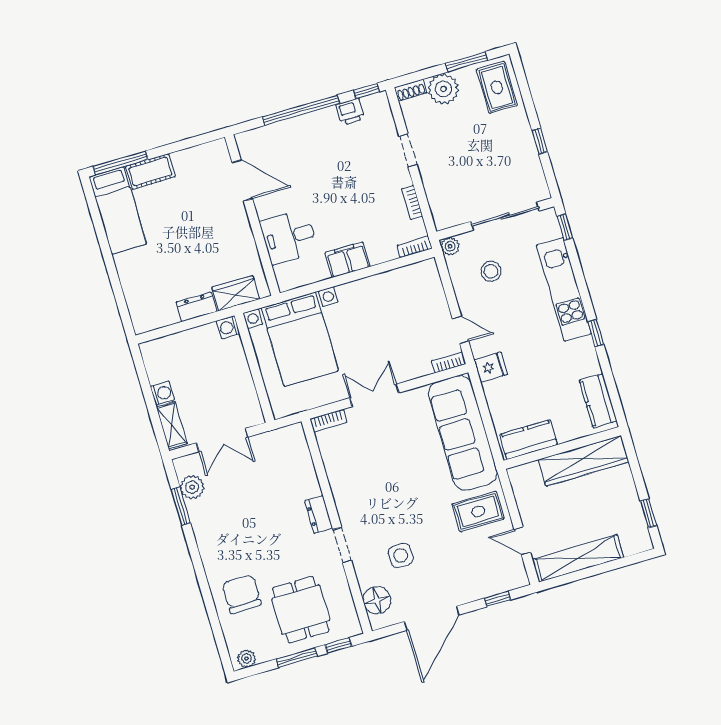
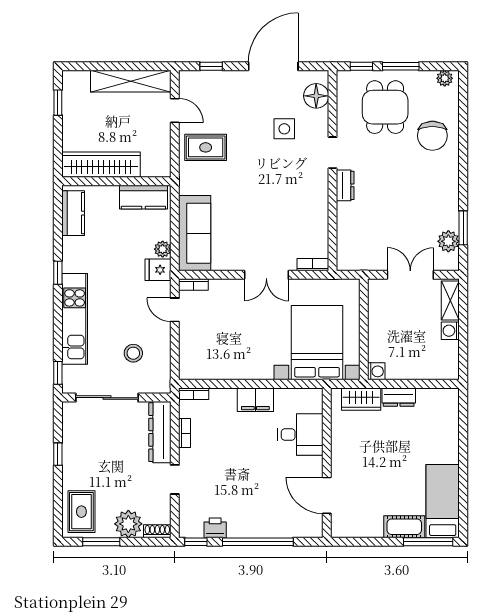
dresser: (438, 196) -> (160, 432), added
plant: (450, 246) -> (163, 249), moved
sofa: (463, 433) -> (195, 233), width x0.74, depth x0.79

